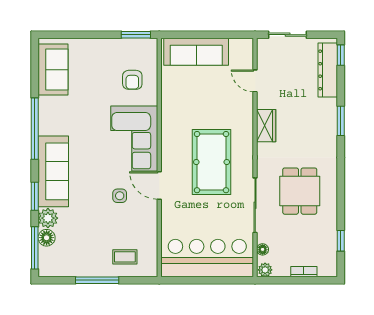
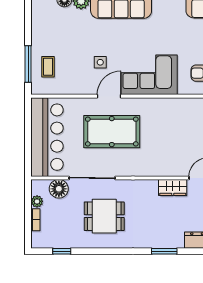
wardrobe: (266, 126) -> (173, 188), moved
pool table: (212, 162) -> (112, 132), moved
floor lamp: (263, 249) -> (59, 189), width x1.89, depth x1.89
plant: (265, 270) -> (37, 201), moved
window: (97, 280) -> (28, 64), moved

